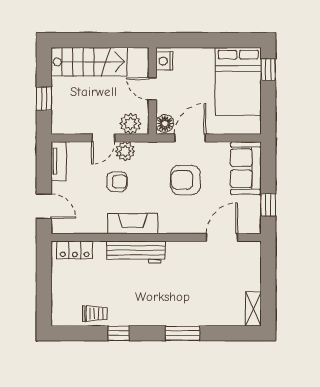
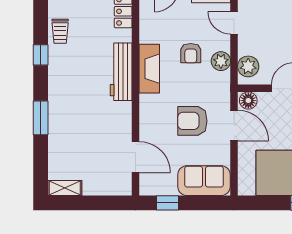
door: (103, 138) -> (234, 23), moved
armchair: (185, 180) -> (192, 121), turned -90

